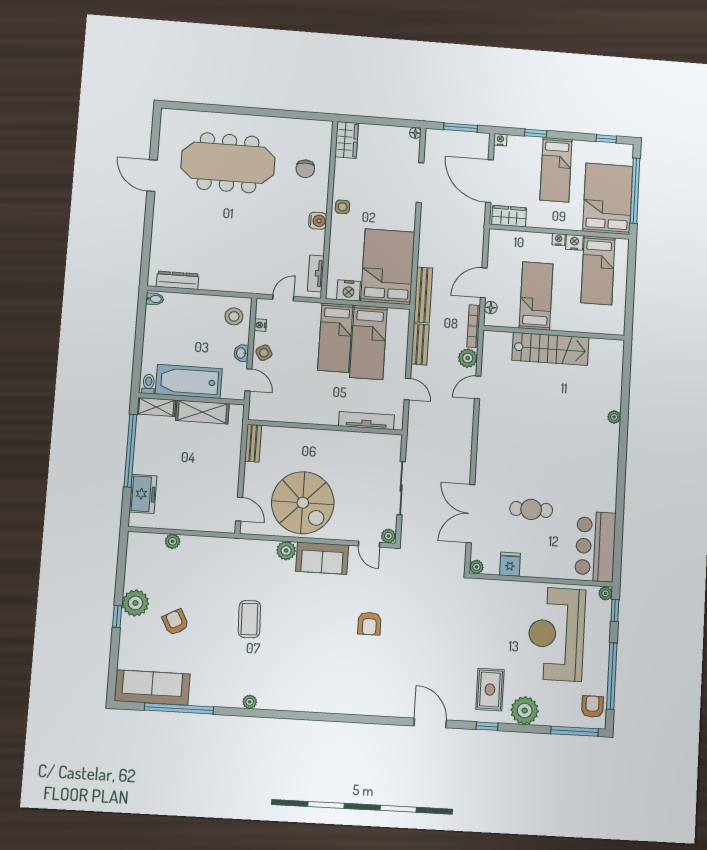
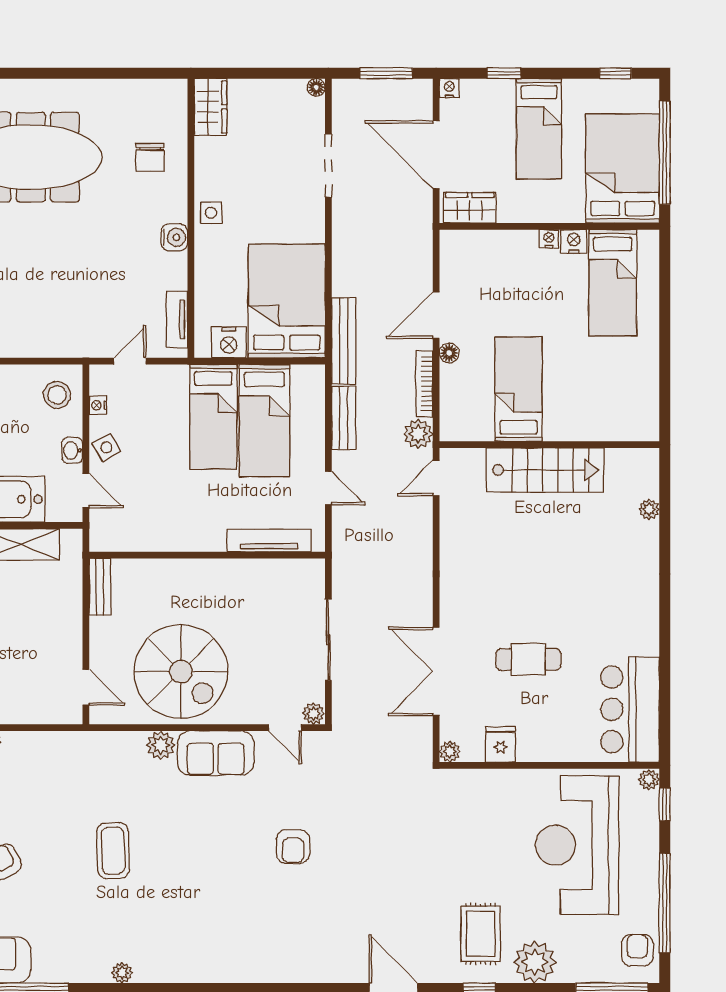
bed: (536, 296) -> (518, 389), moved
wall: (554, 333) -> (549, 445), moved
stairs: (550, 349) -> (545, 470), moved

